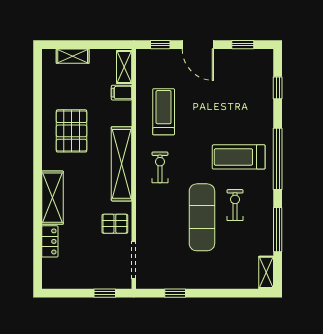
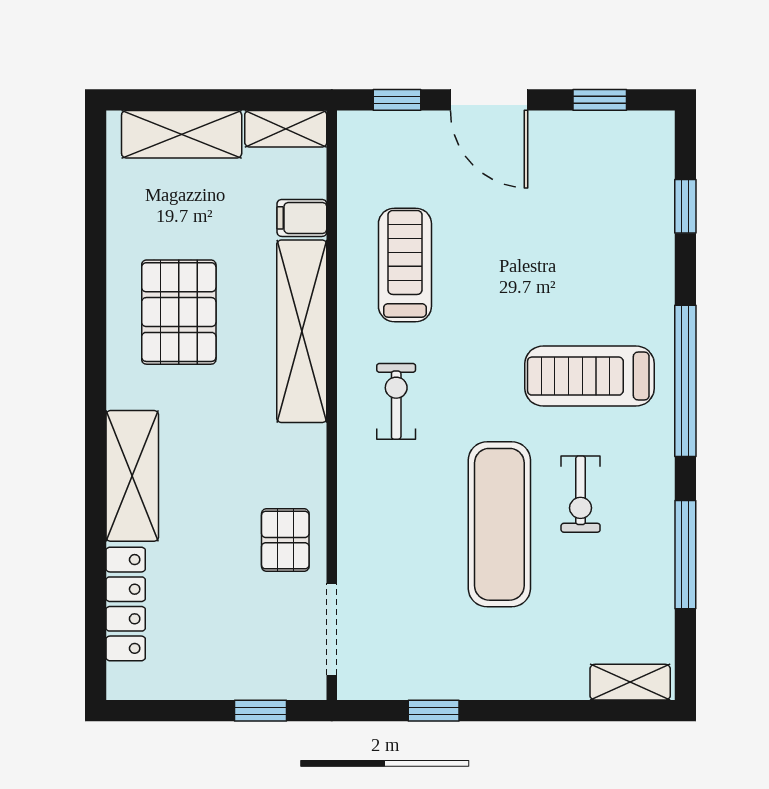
shelving: (73, 56) -> (182, 134), width x1.50, depth x1.33
shelving: (124, 67) -> (286, 129), moved, turned 90
shelving: (122, 164) -> (302, 331), moved
exercise bike: (235, 205) -> (581, 494), turned 180
pallet: (115, 224) -> (285, 540), turned 90
locker: (50, 241) -> (126, 604), width x1.53
shelving: (266, 272) -> (630, 682), moved, turned 90

